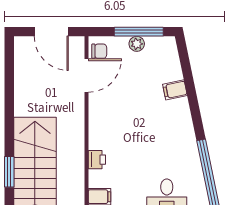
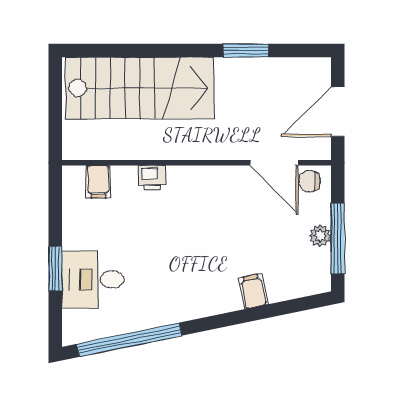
chair: (99, 51) -> (310, 181), turned 90
window: (9, 172) -> (246, 51), moved

